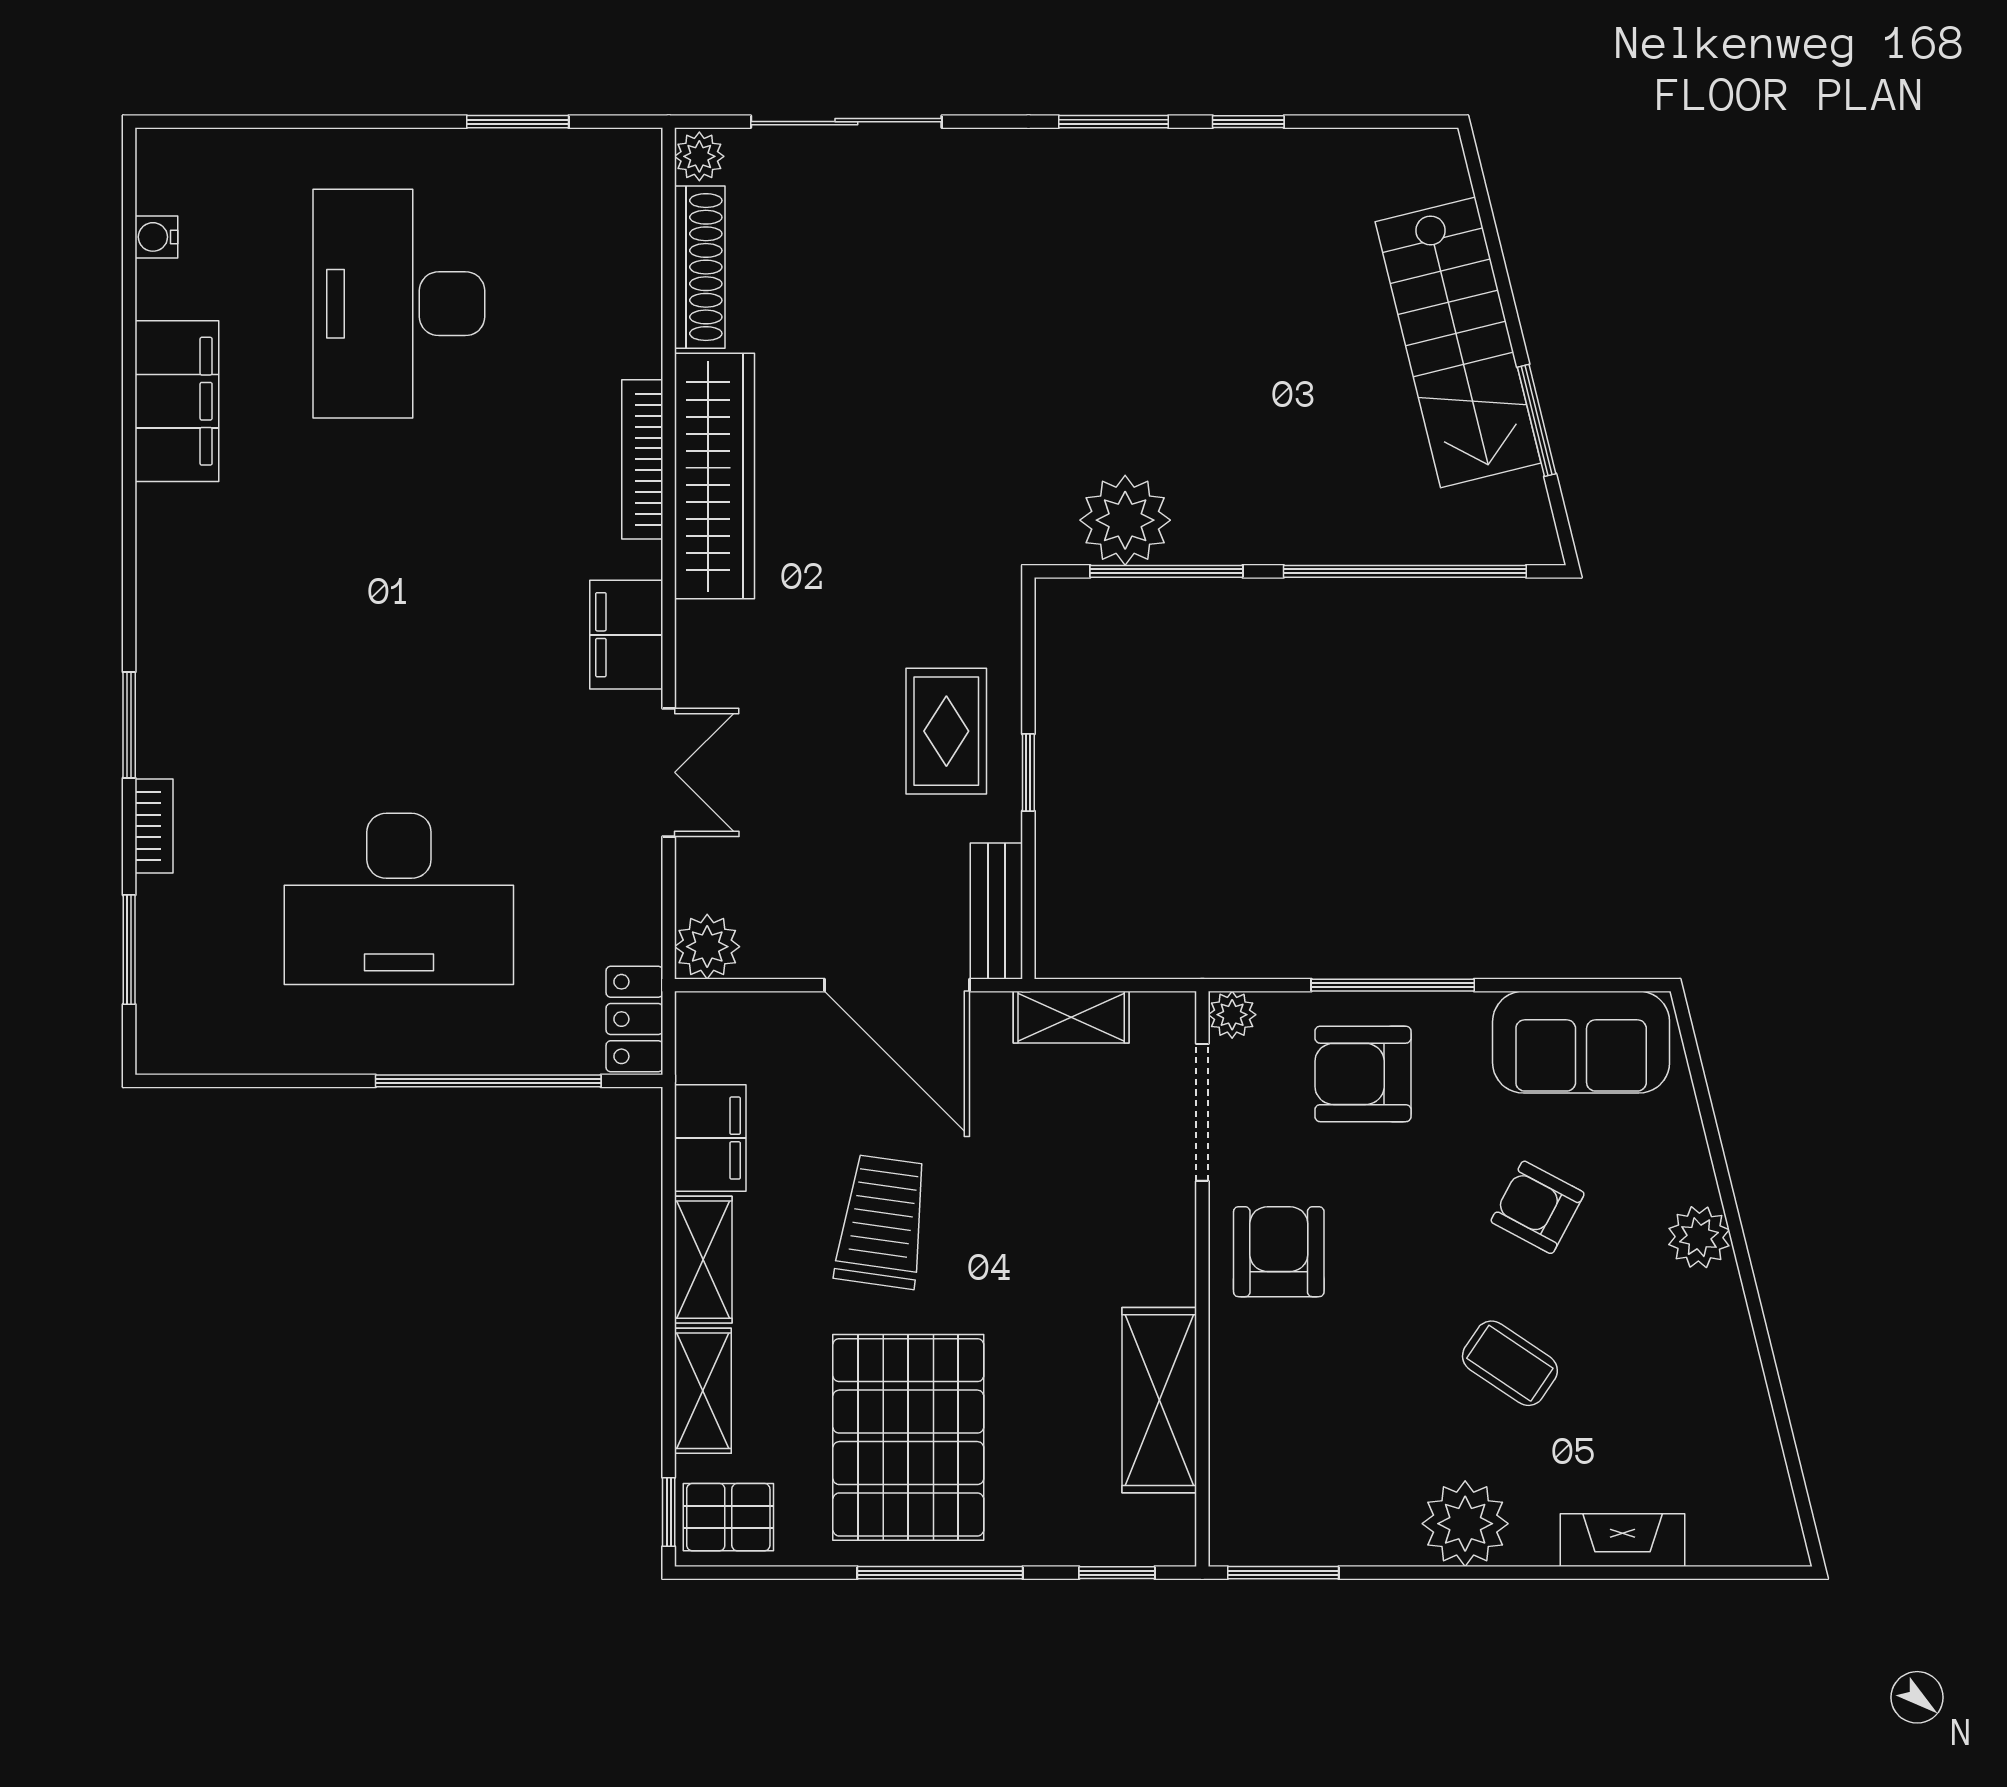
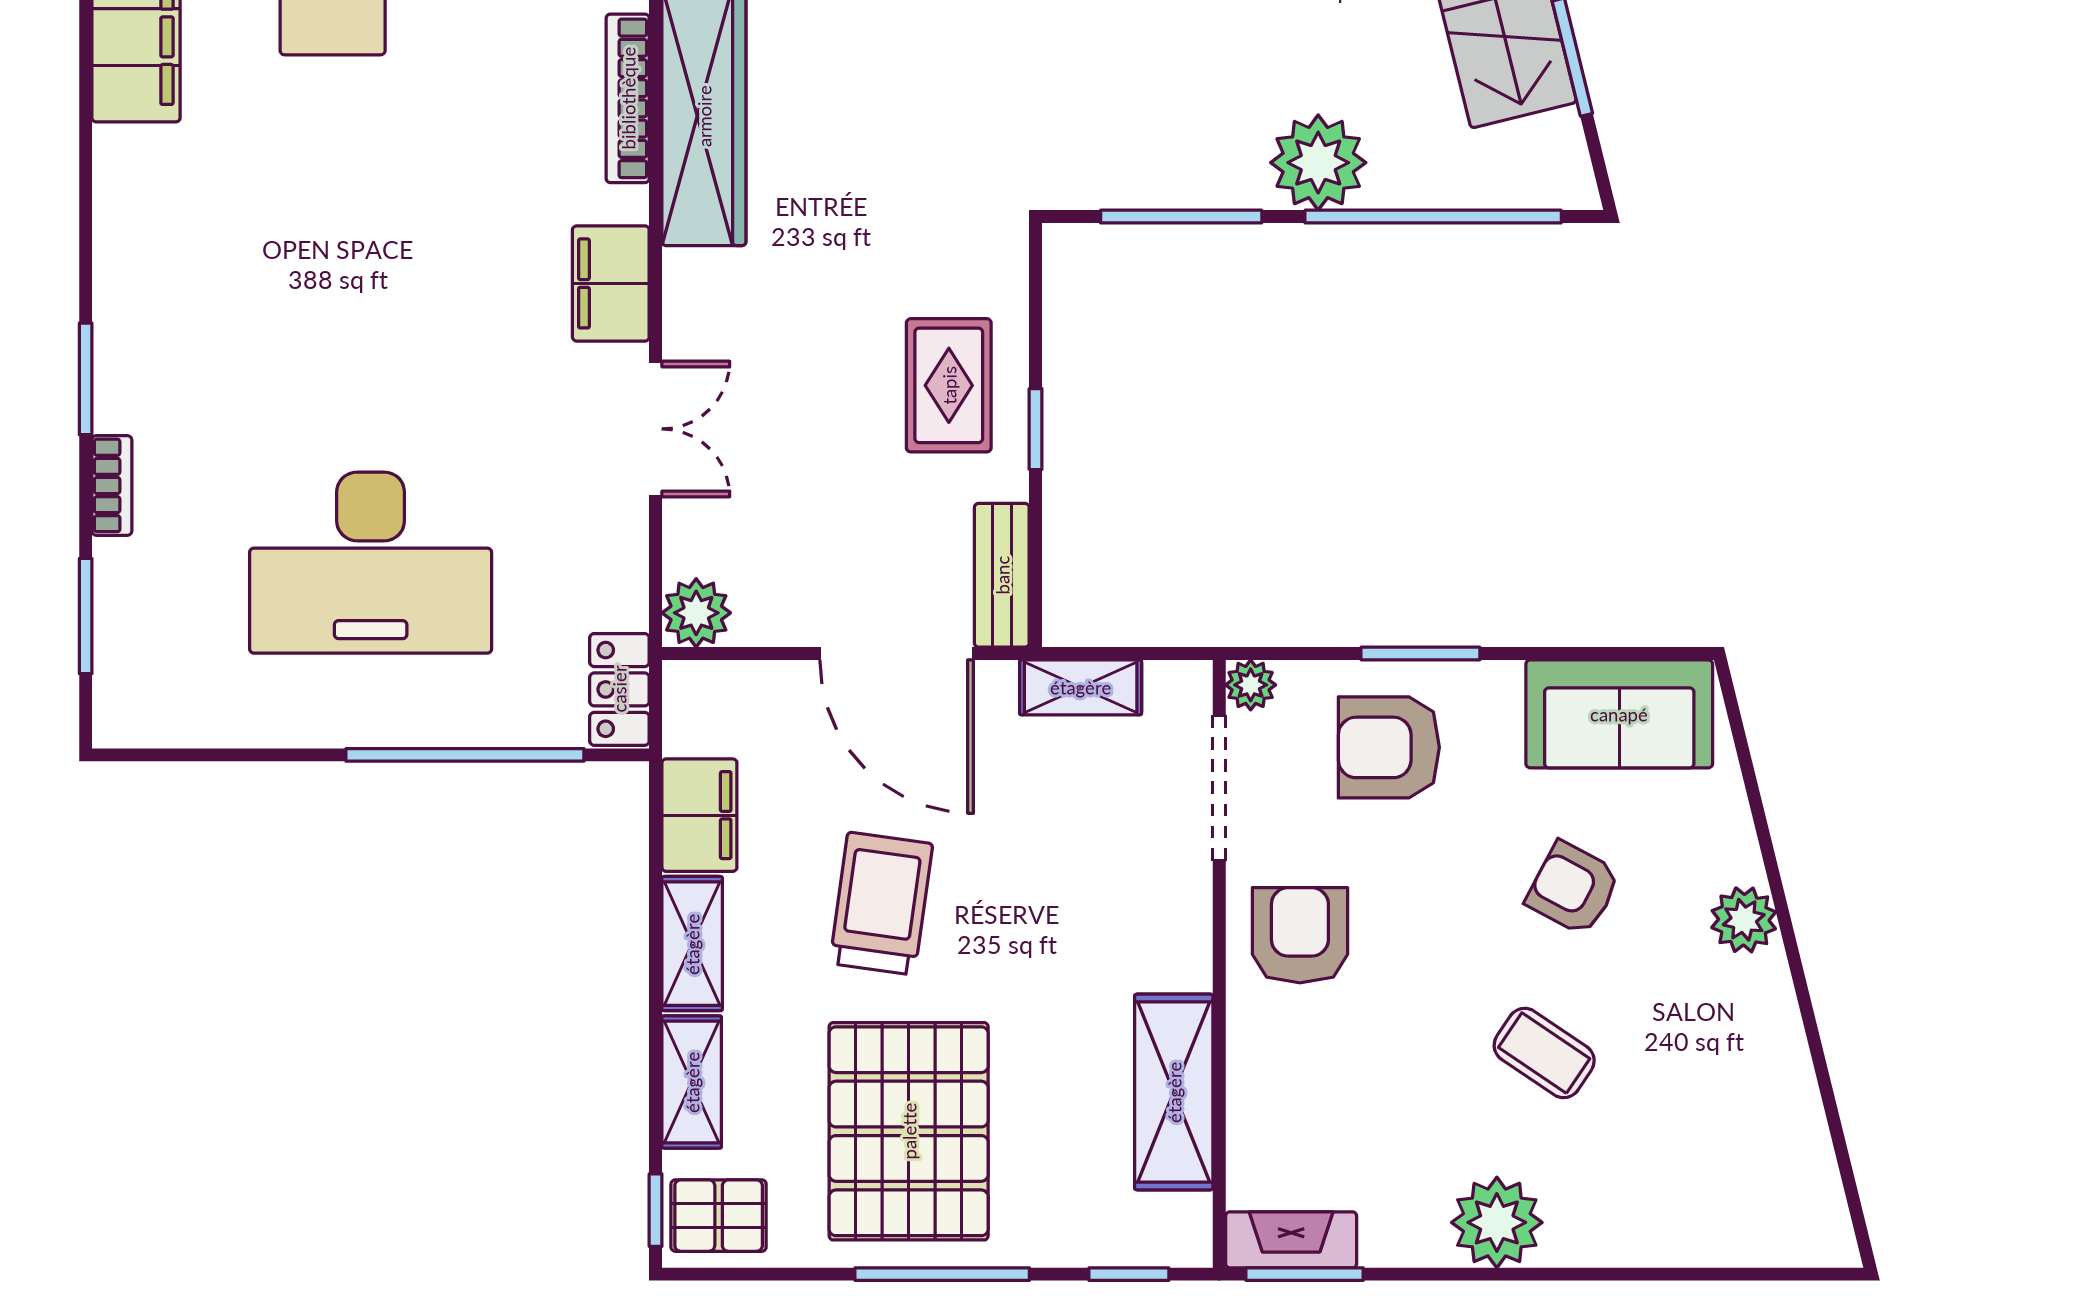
plant: (1125, 520) -> (1318, 163), moved
window: (1393, 985) -> (1420, 654), width x0.69
fireplace: (1623, 1540) -> (1291, 1240), moved

